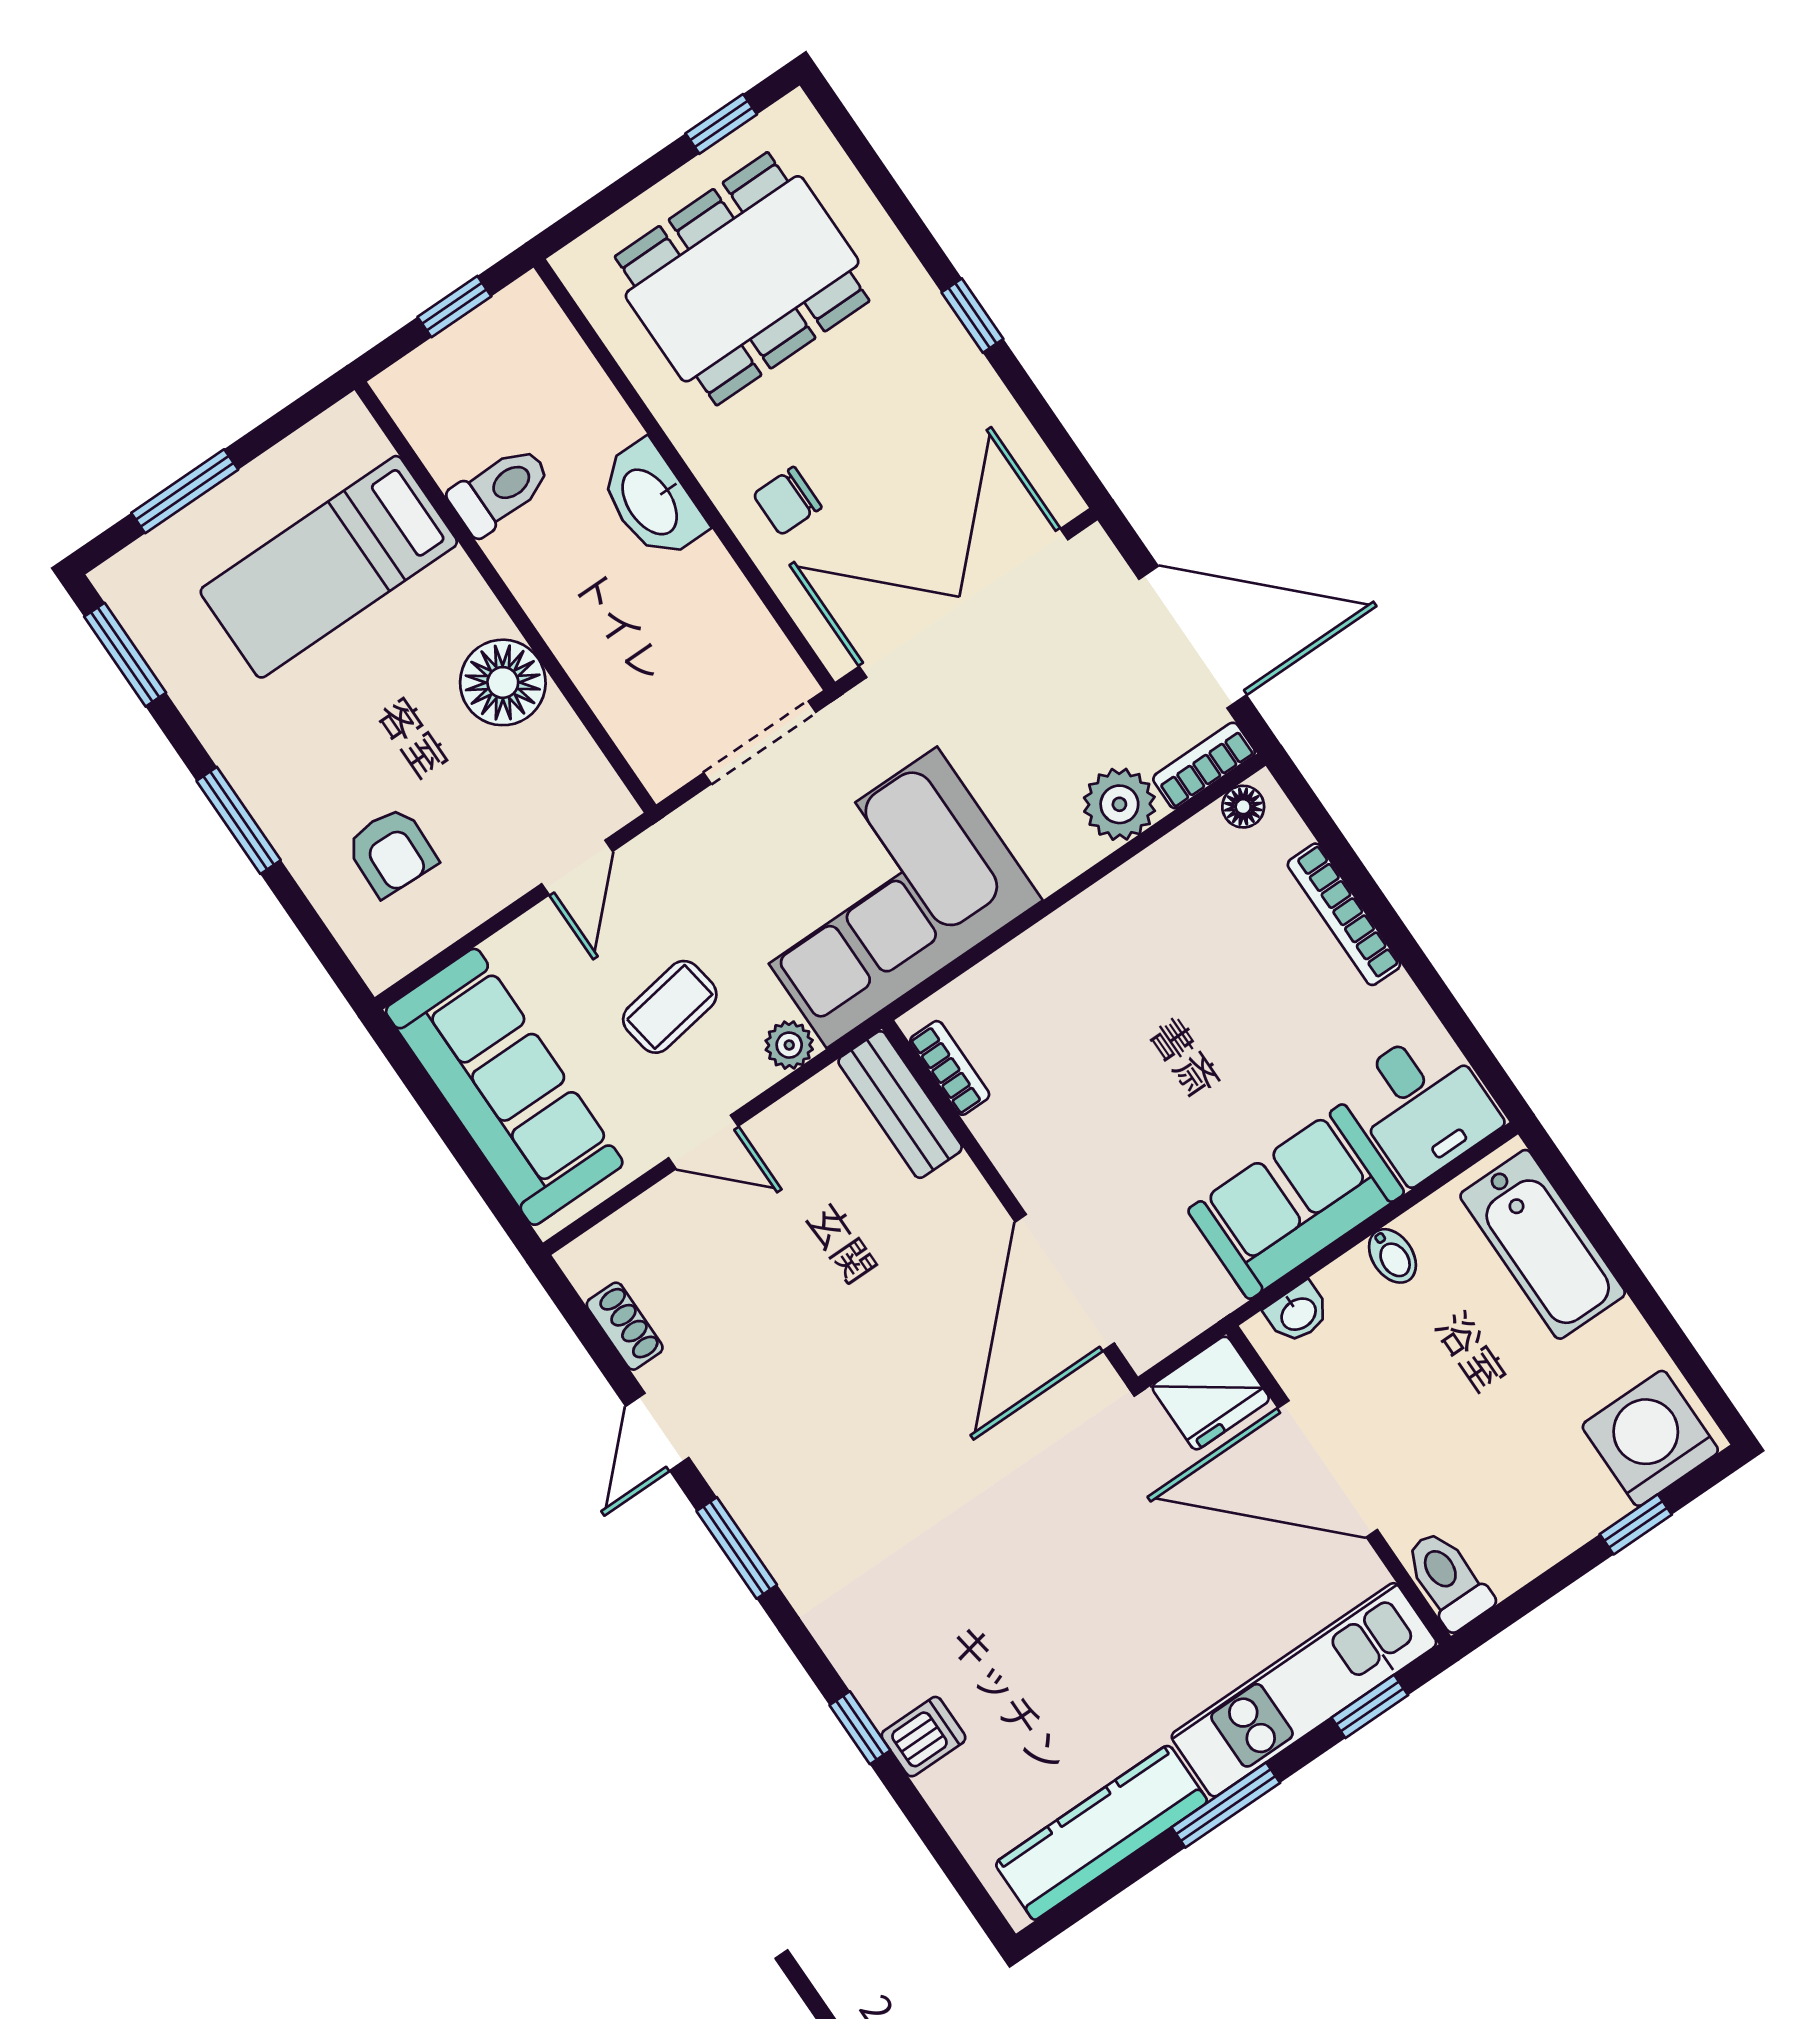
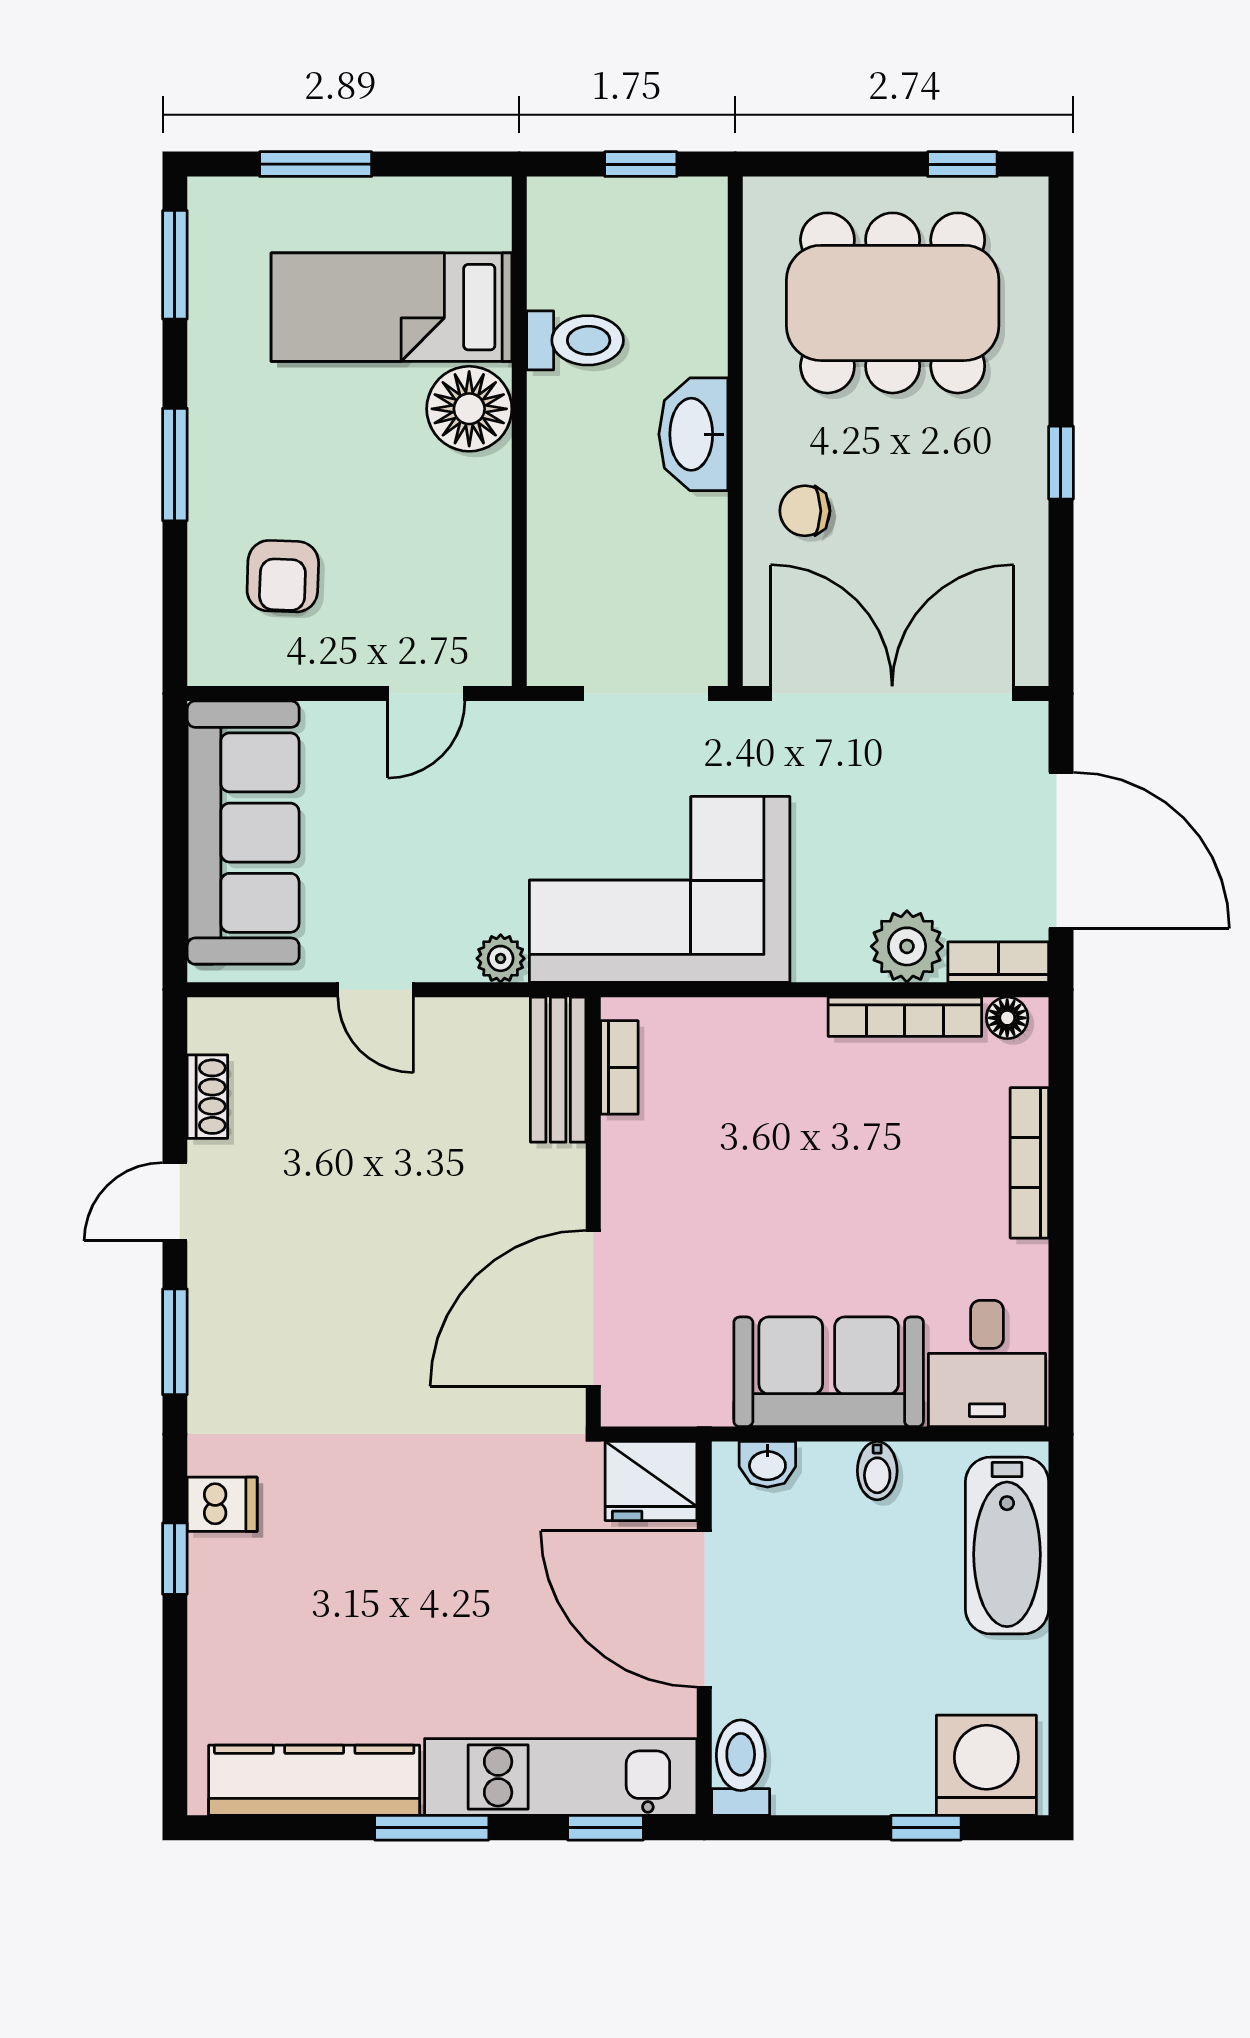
floor lamp: (503, 682) -> (469, 409), moved
bookcase: (1158, 864) -> (905, 1017), added
coffee table: (670, 1007) -> (424, 860), removed
dishwasher: (924, 1737) -> (222, 1504), moved

